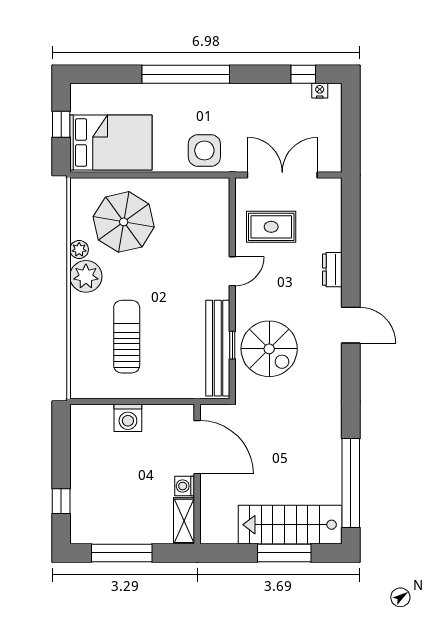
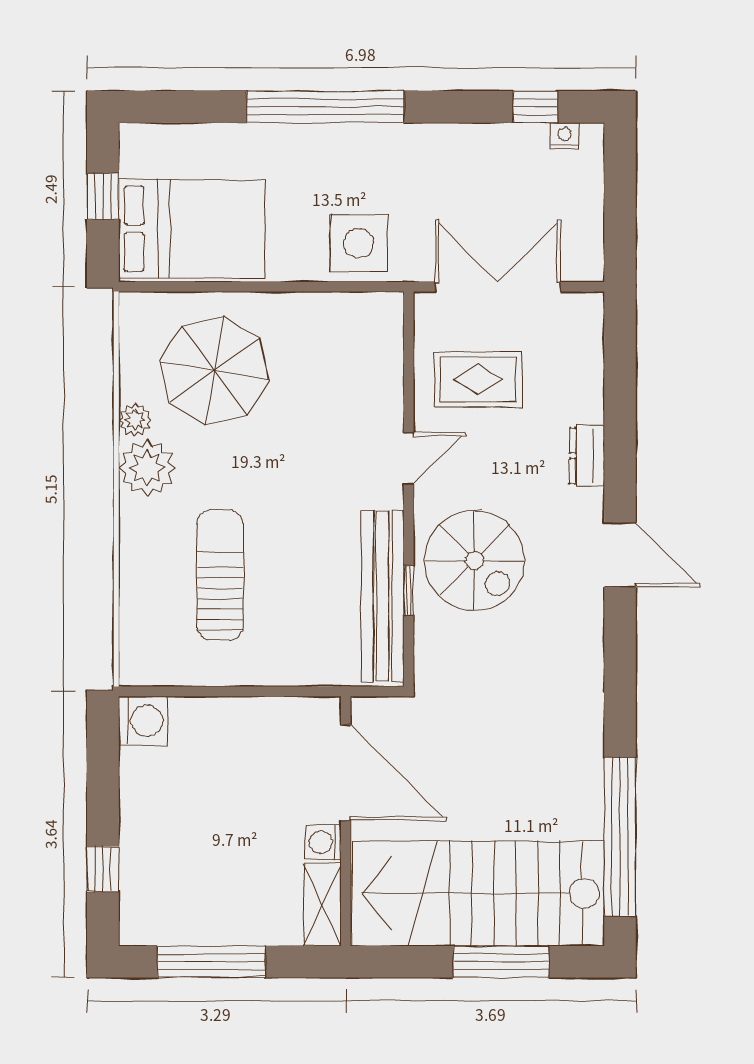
spiral stairs: (269, 349) -> (474, 561), moved
washing machine: (128, 418) -> (143, 721), moved, turned -90
stairs: (290, 525) -> (478, 893), width x1.36, depth x1.51

